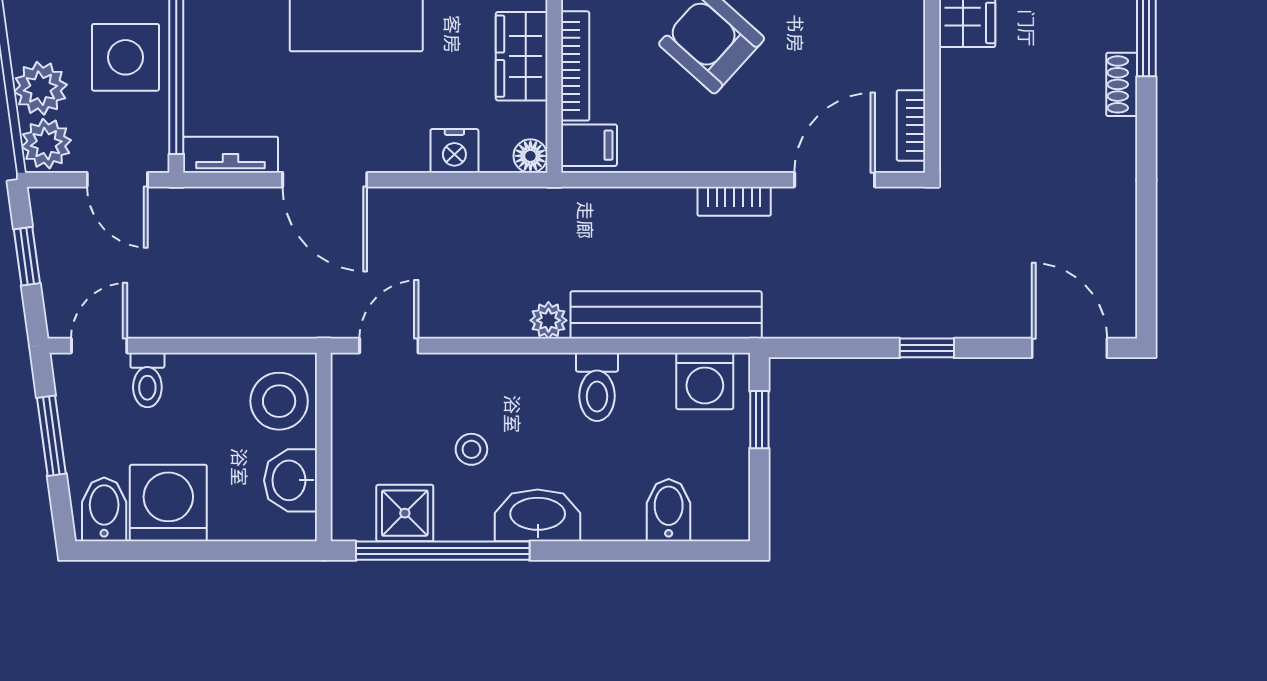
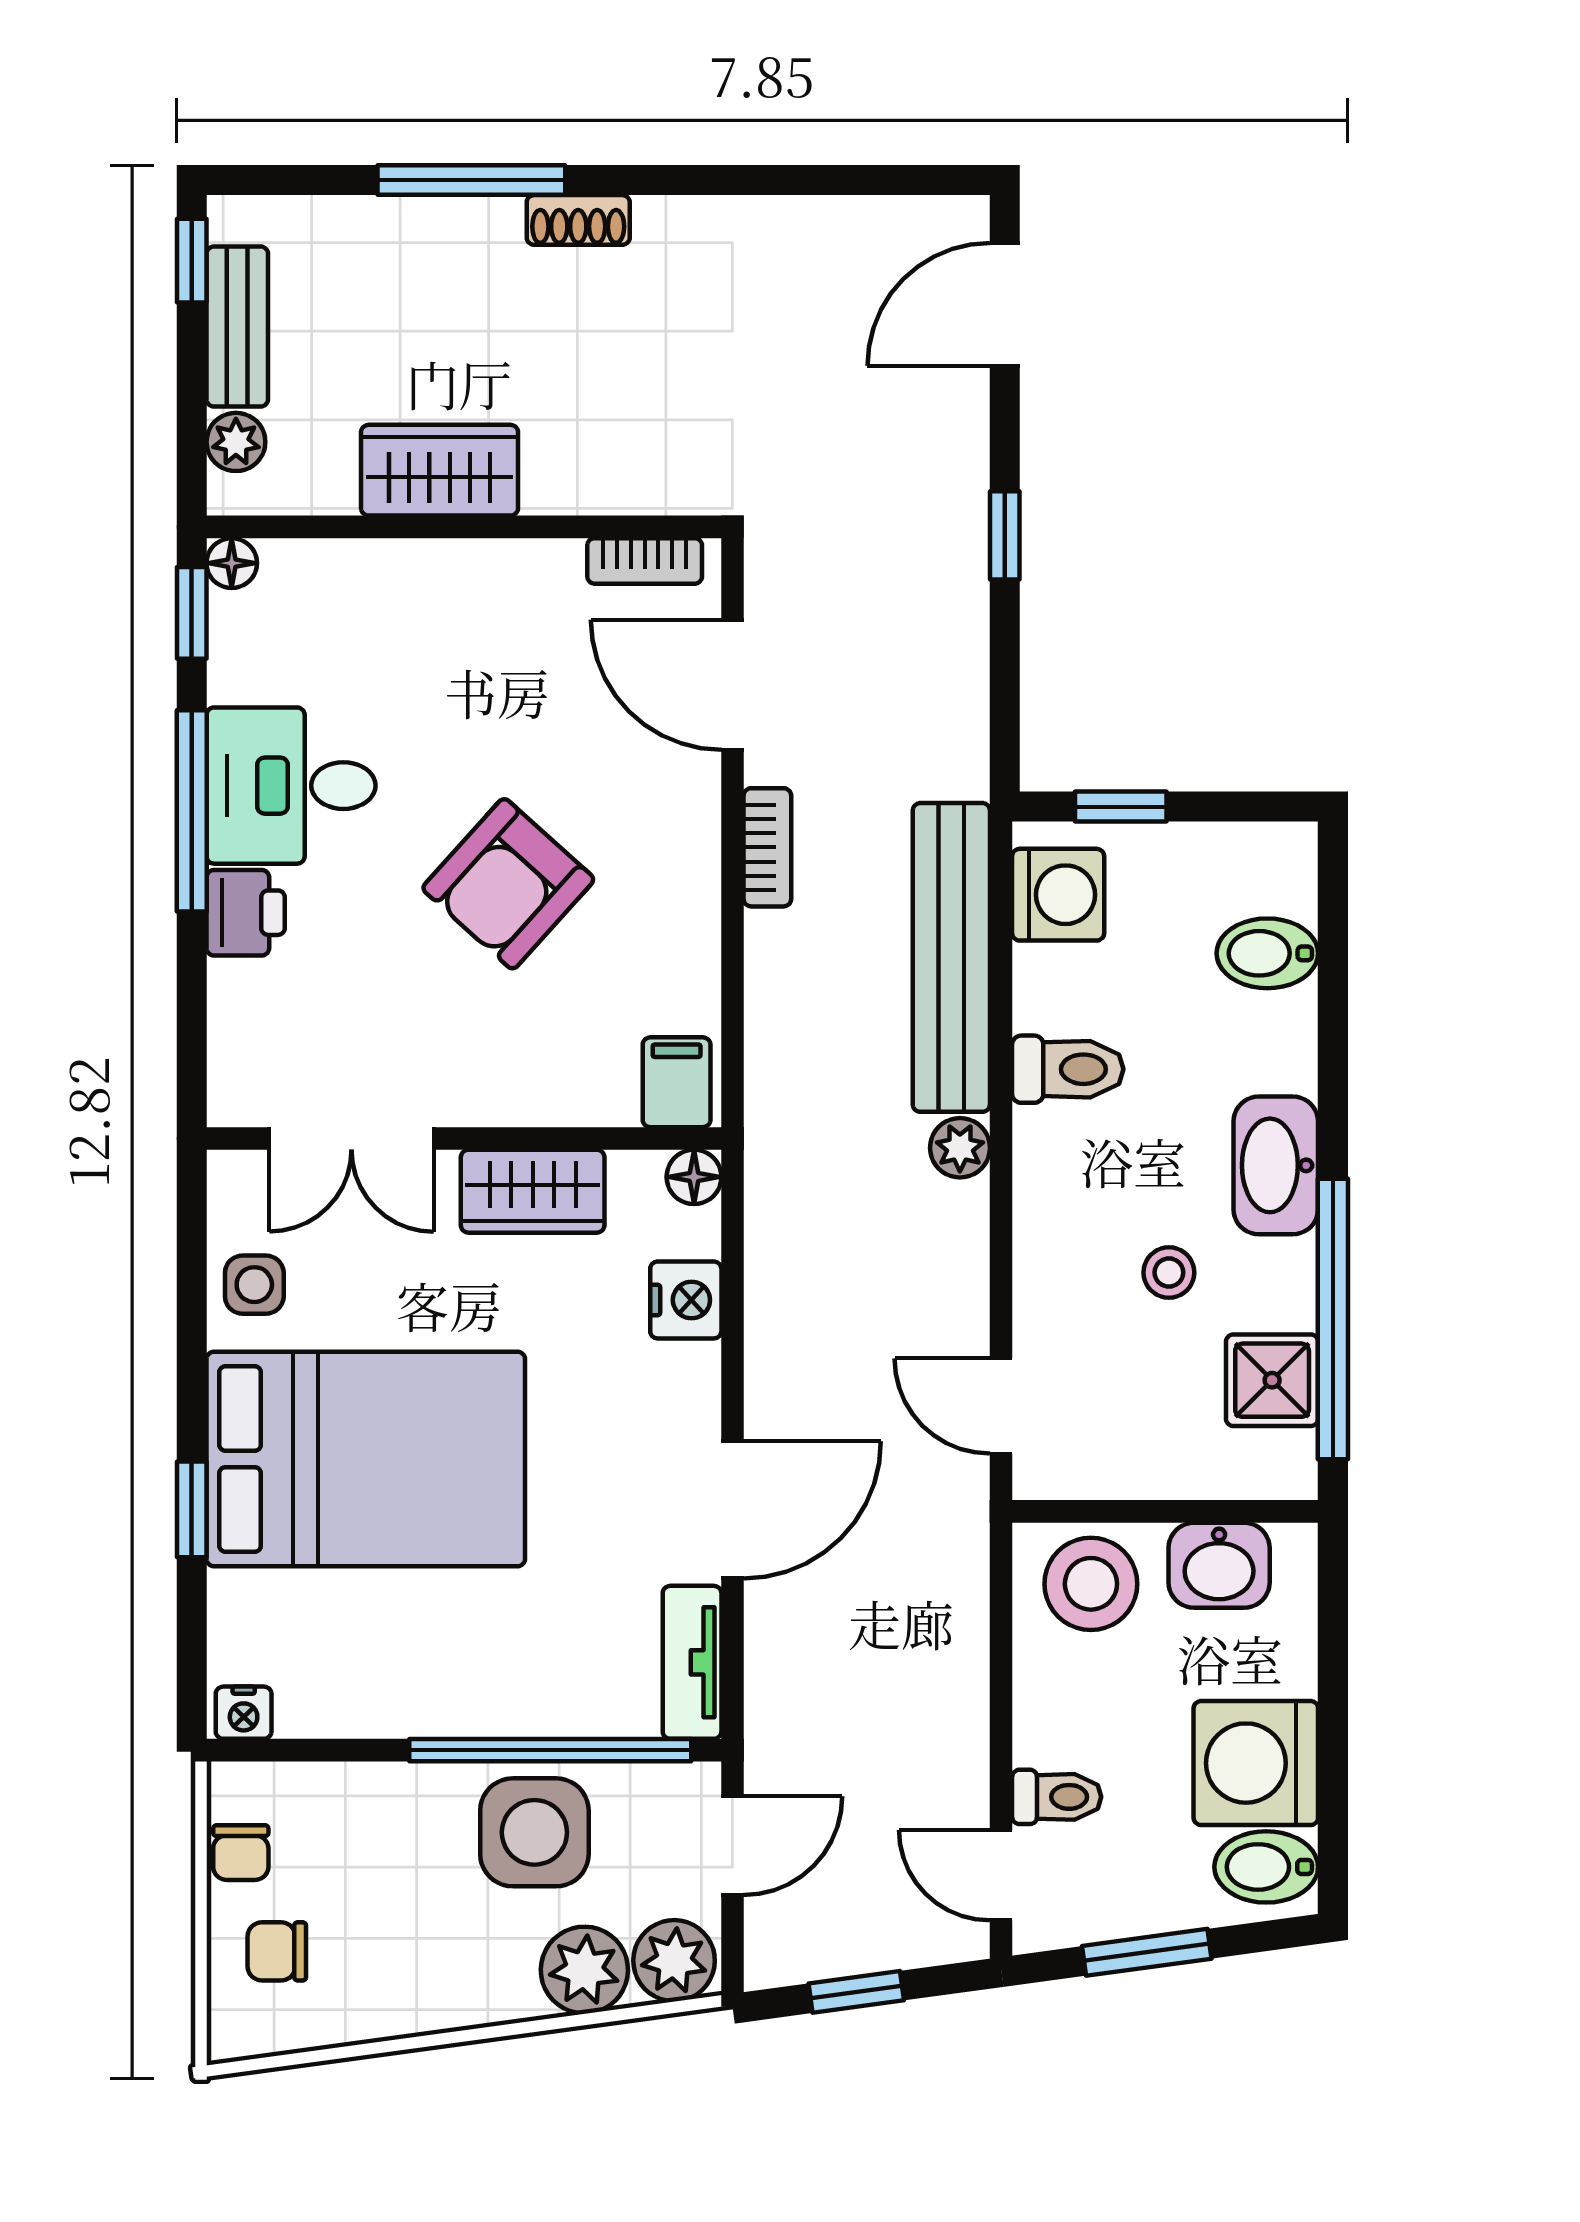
bookcase: (575, 66) -> (548, 1105), removed

